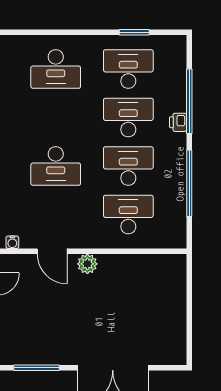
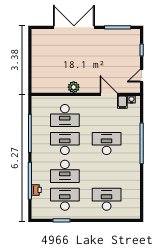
desk: (128, 69) -> (65, 199), turned 180
printer: (178, 122) -> (36, 190), moved
desk: (128, 166) -> (65, 143), turned 180
filing cabinet: (28, 238) -> (122, 102), added
plant: (87, 264) -> (74, 87), moved

